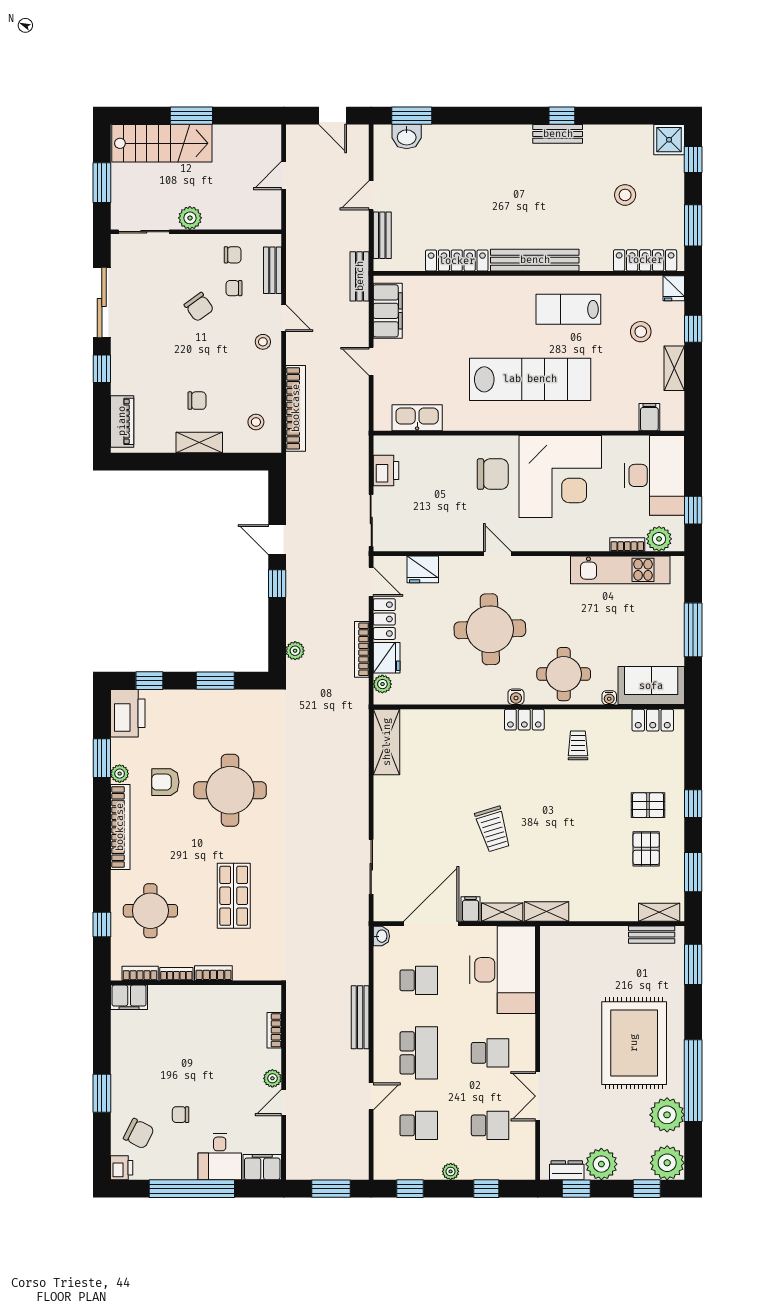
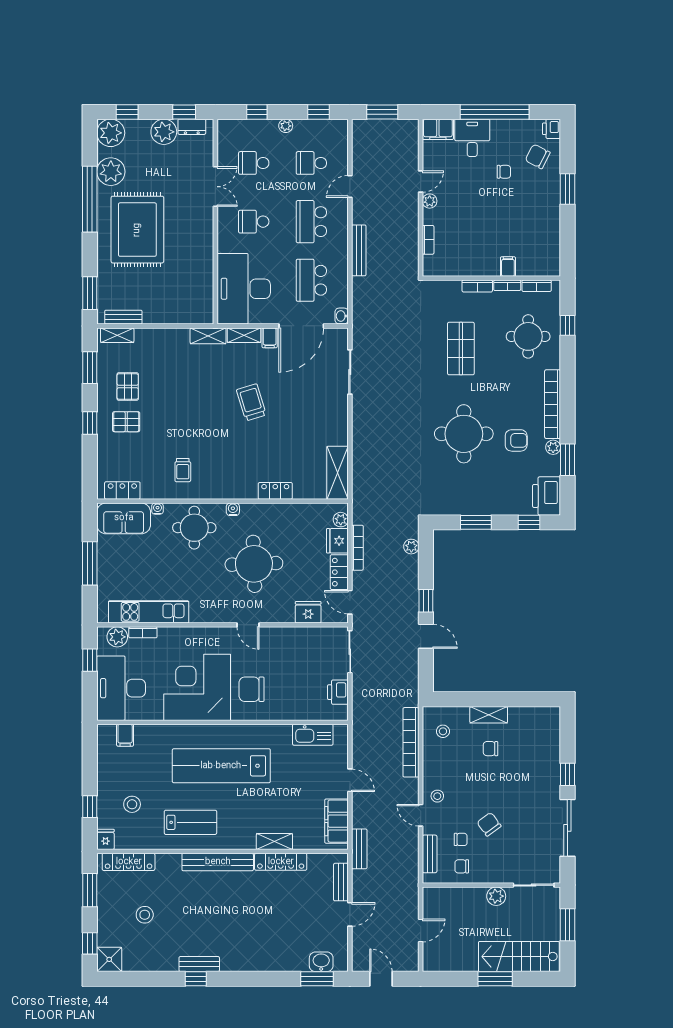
shelving: (674, 368) -> (274, 842), moved, turned 90
piano: (122, 421) -> (551, 732), removed
locker: (524, 720) -> (275, 491), moved
school desk: (419, 980) -> (311, 280), width x1.85
filing cabinet: (129, 997) -> (508, 267), moved, width x0.50

